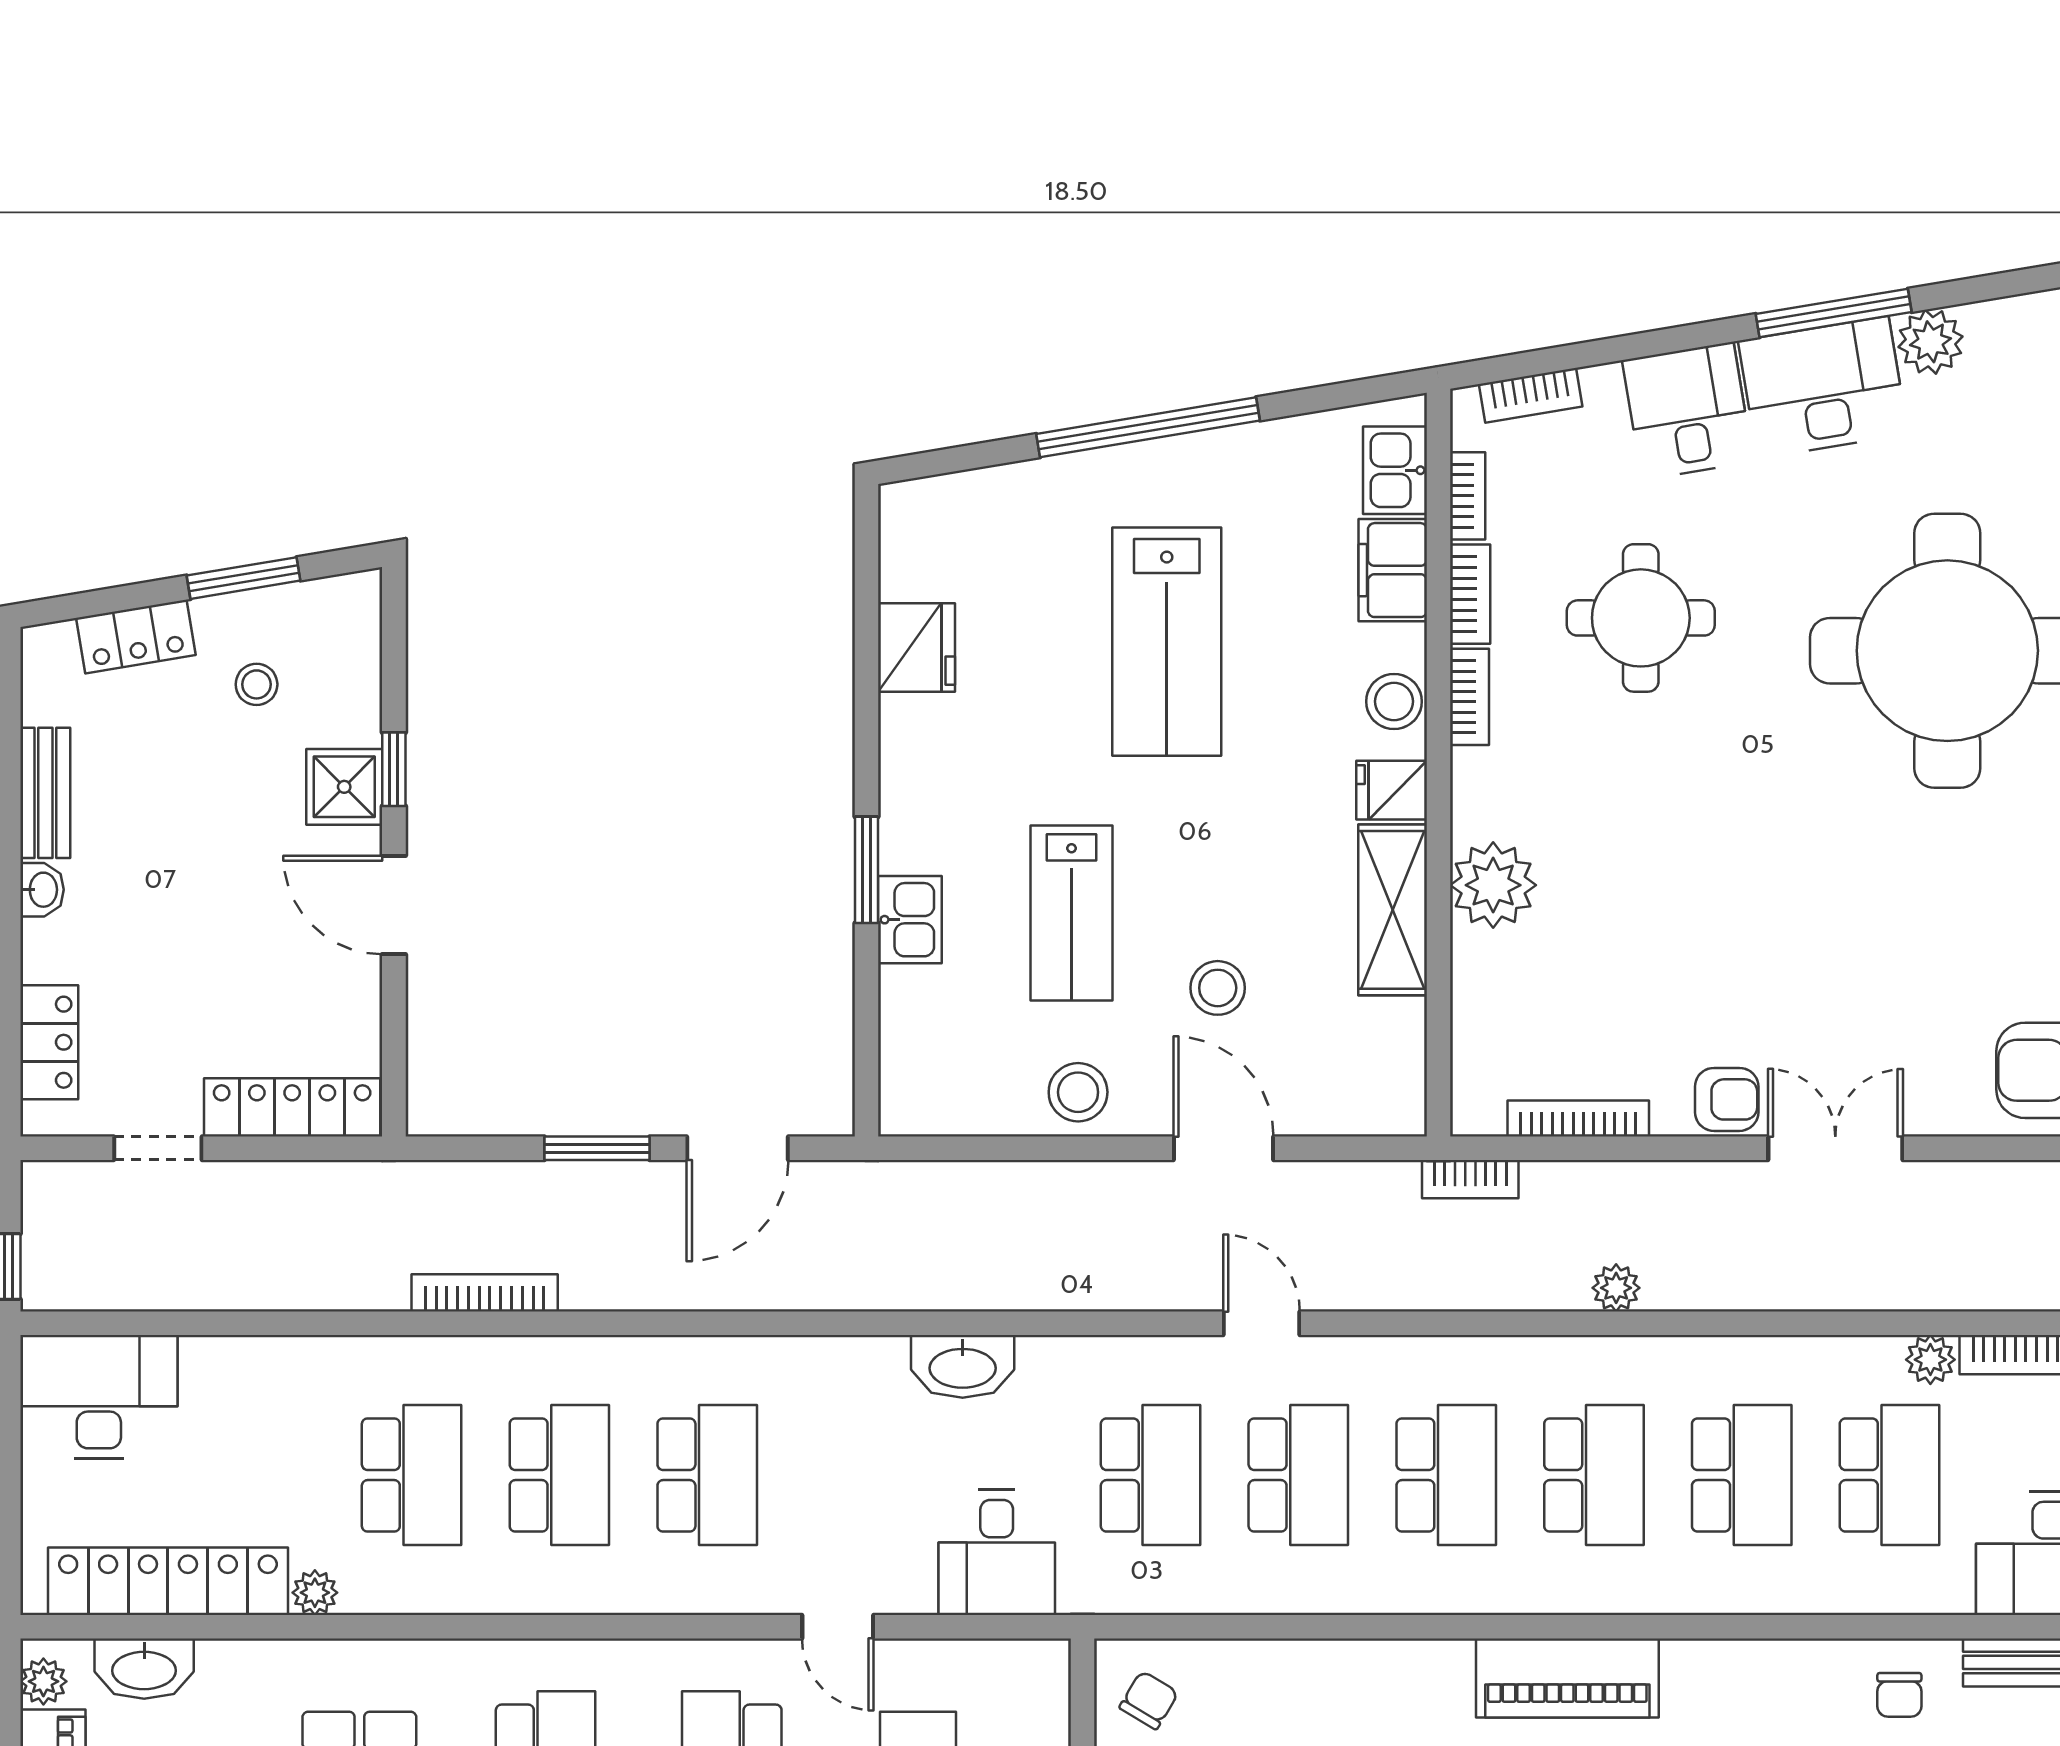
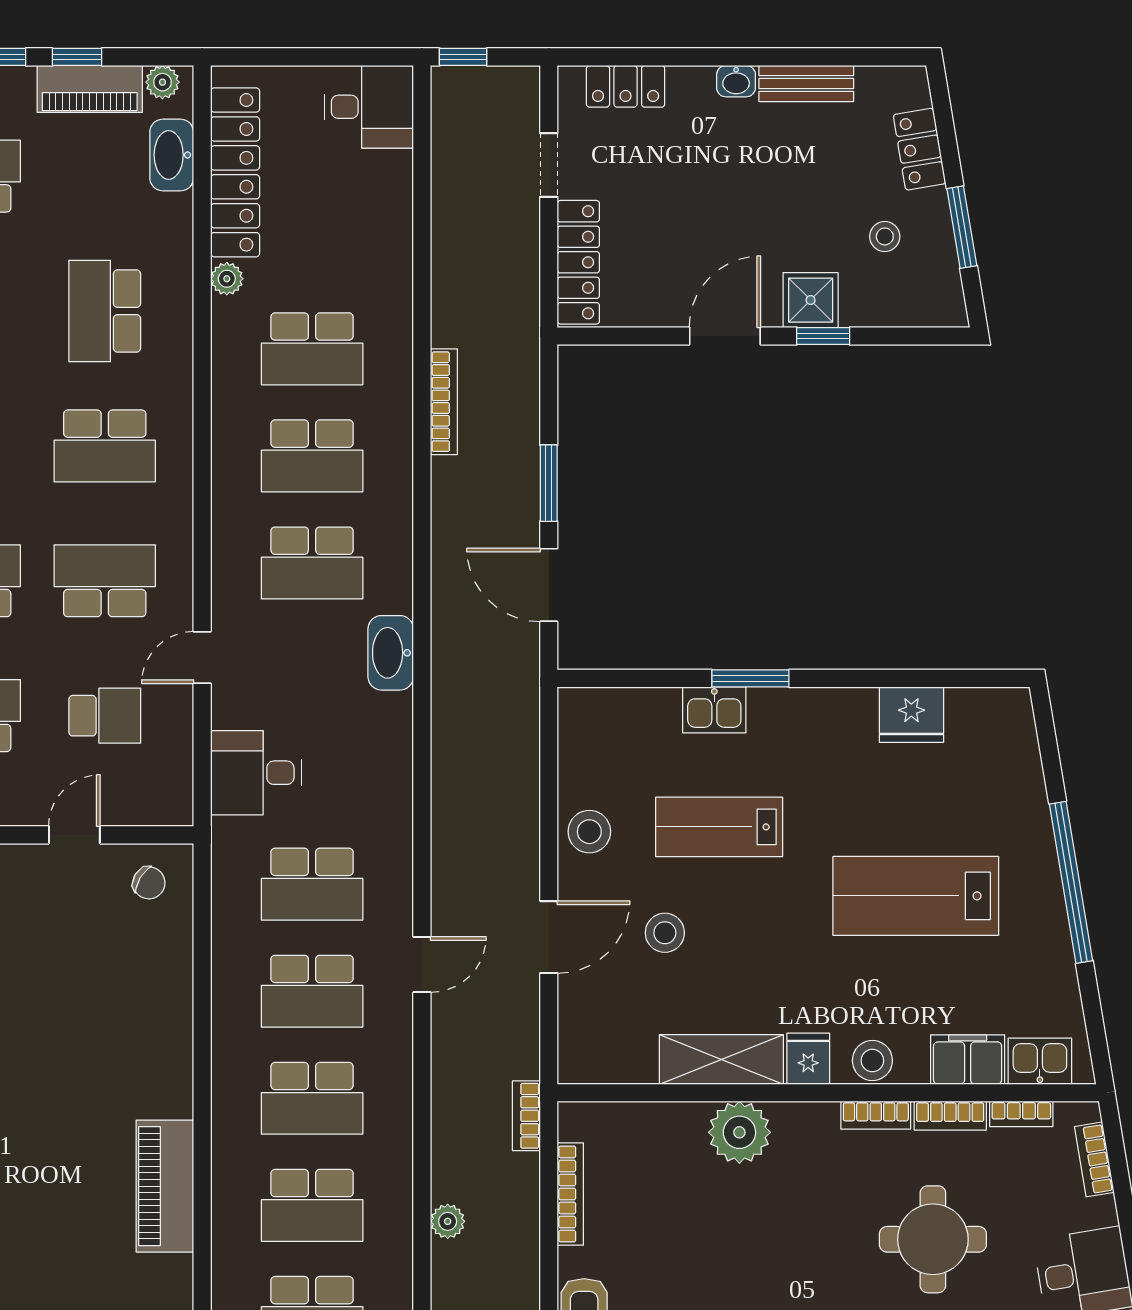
washbasin: (963, 1366) -> (391, 653), moved
desk: (99, 1397) -> (369, 107), width x0.73

